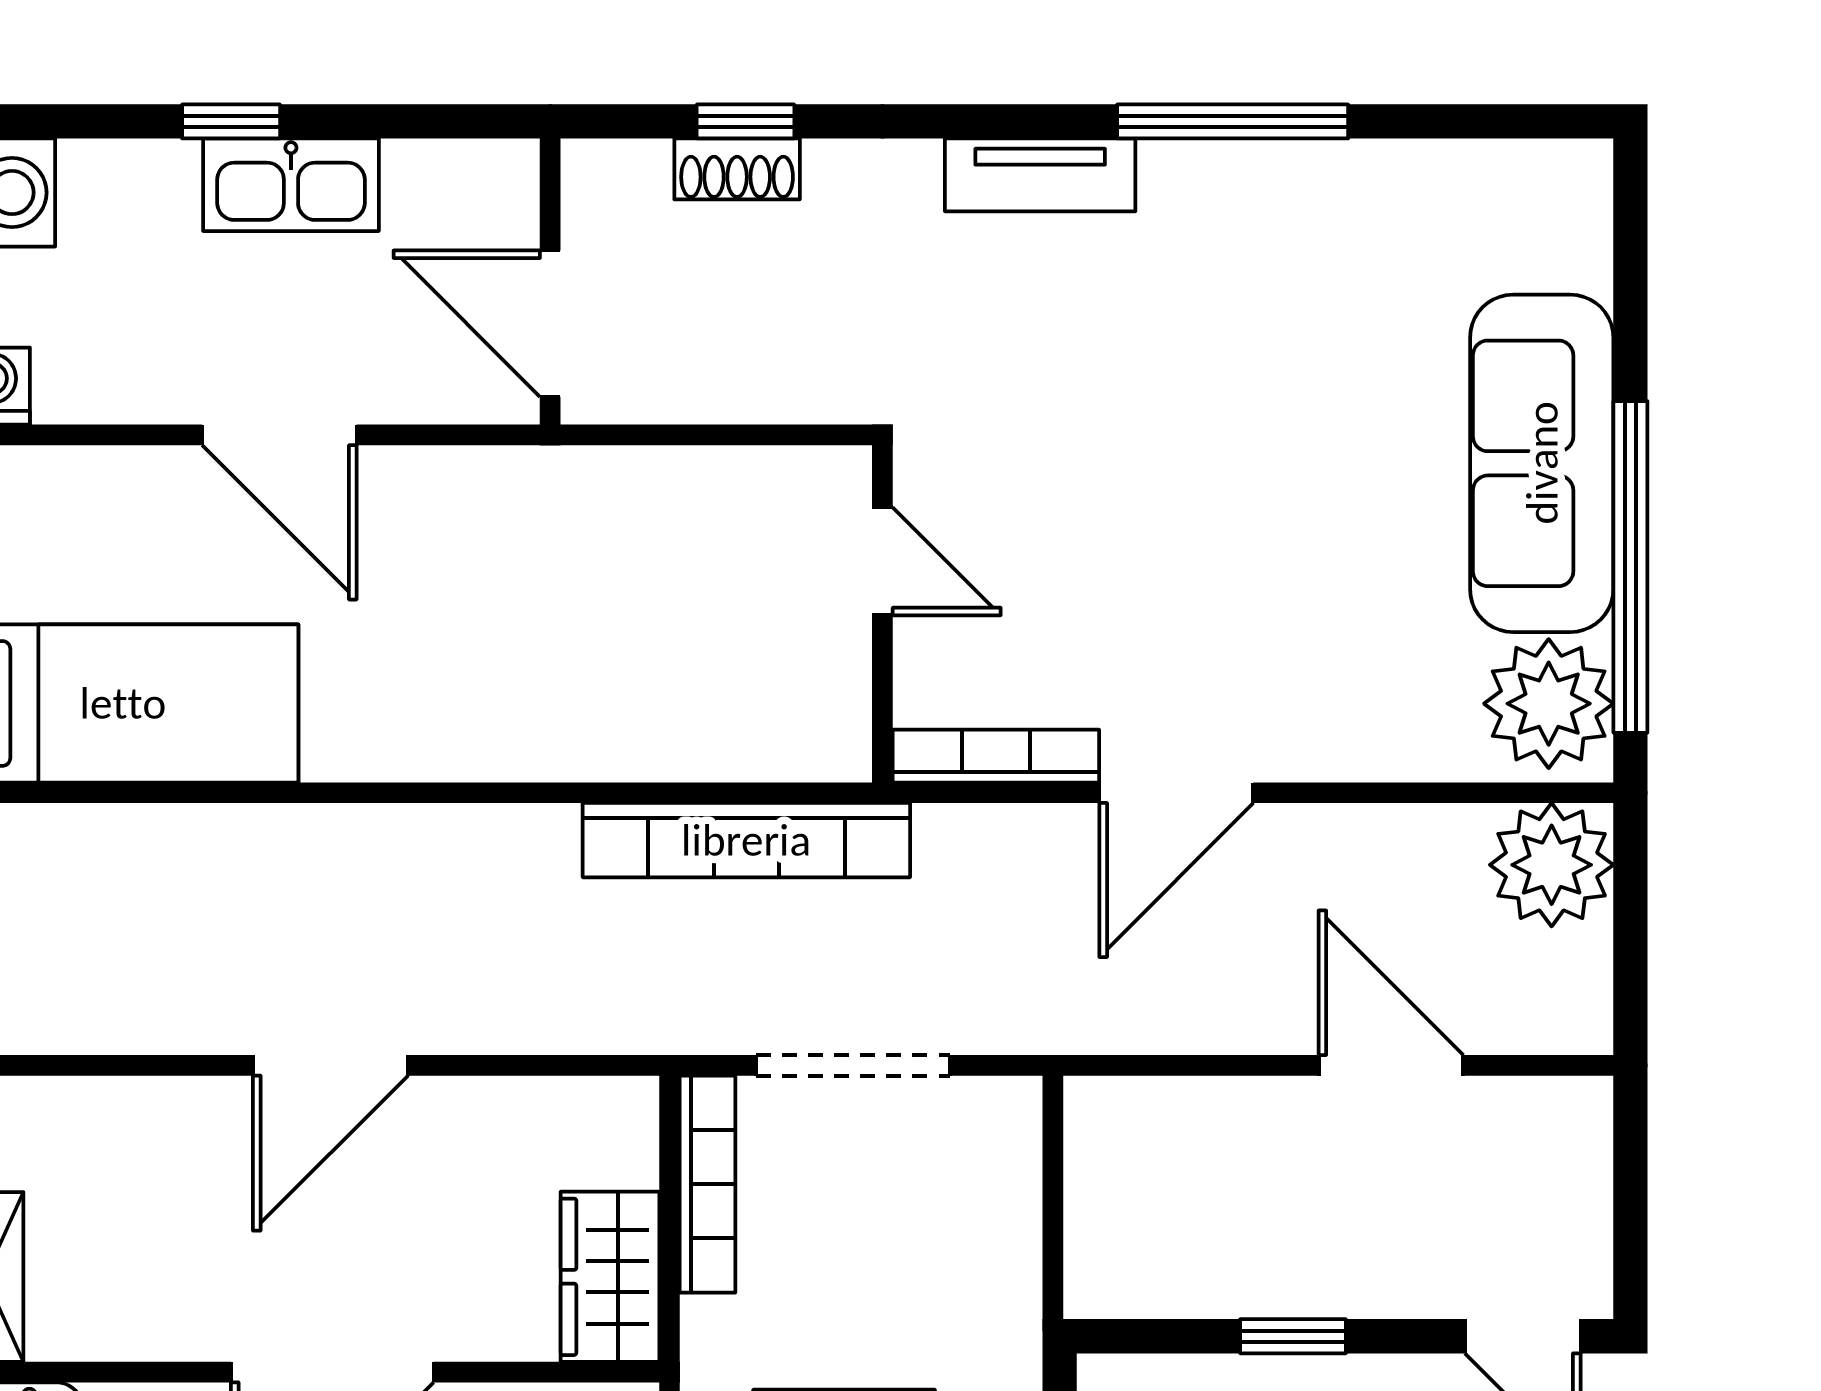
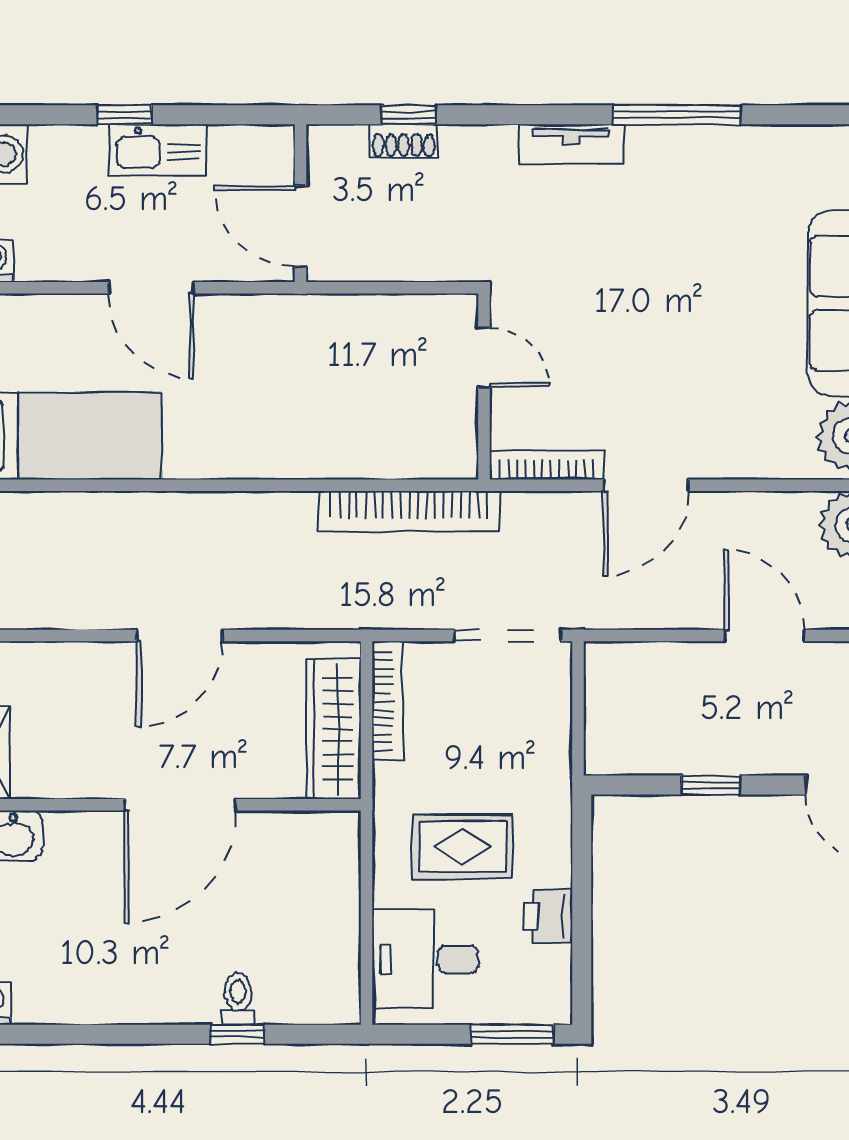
doorway: (853, 1065) -> (508, 636), moved
wardrobe: (610, 1277) -> (334, 729), width x1.50

